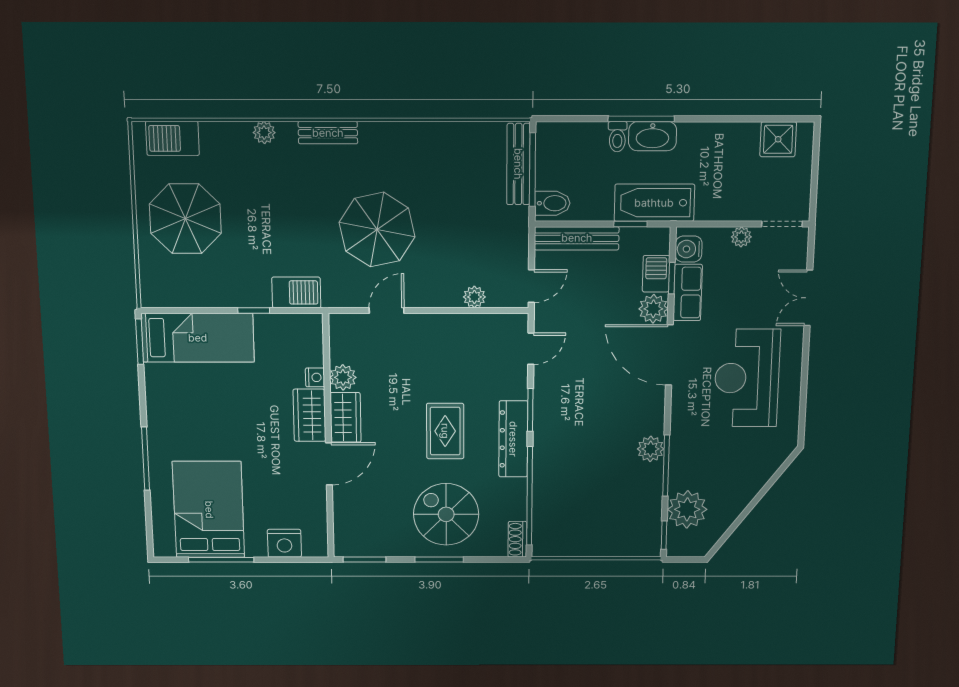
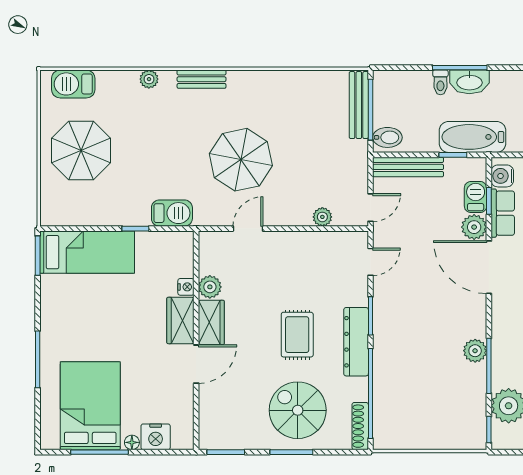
shoe rack: (517, 539) -> (360, 426), width x1.43
floor lamp: (258, 549) -> (132, 442), added

